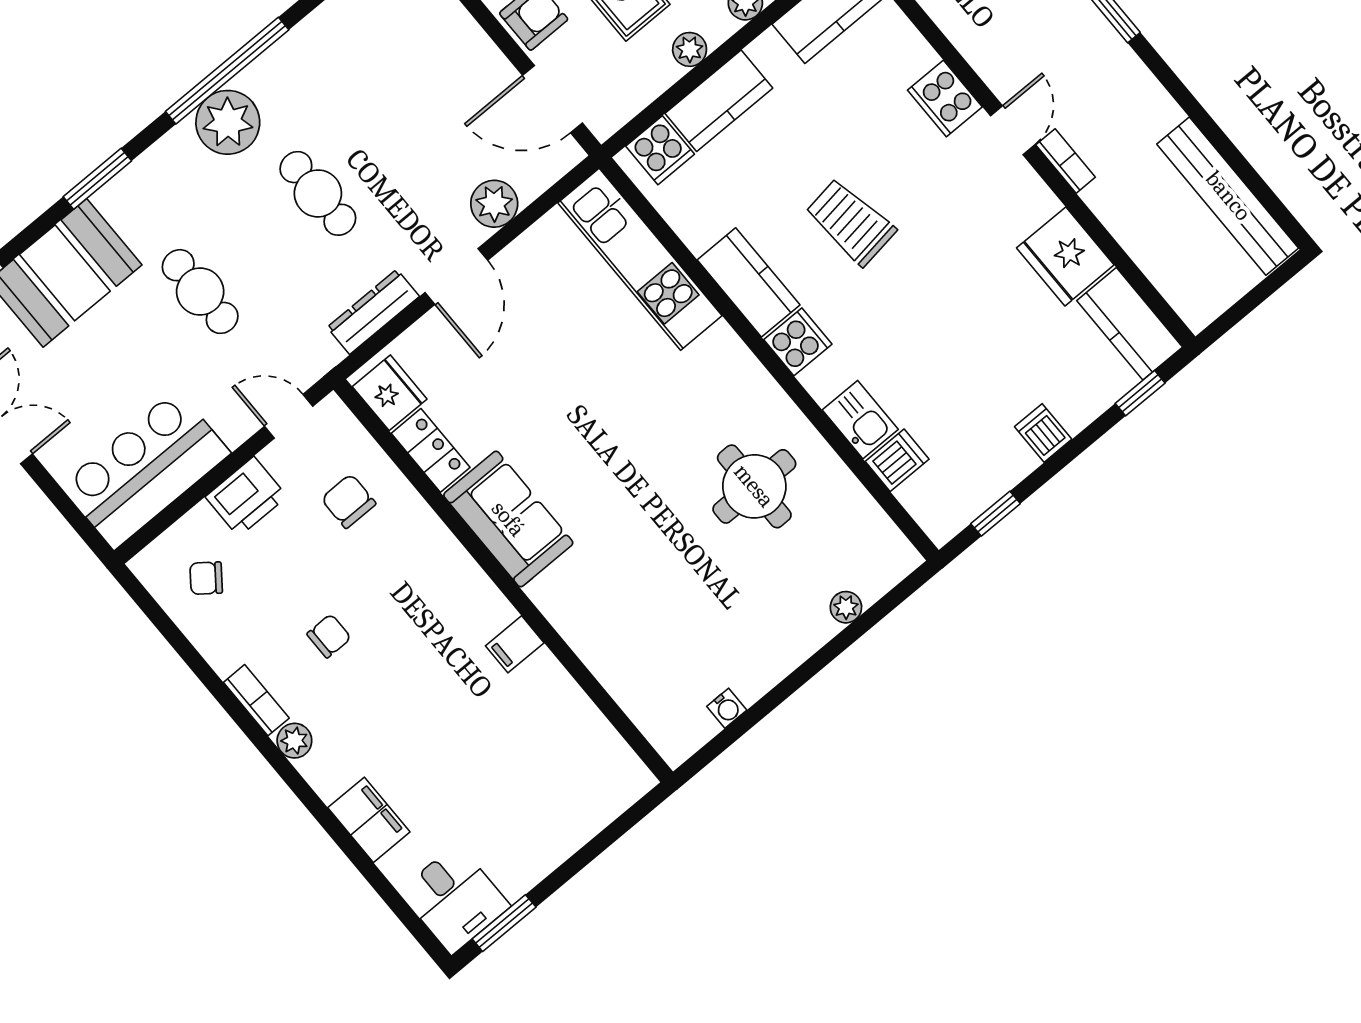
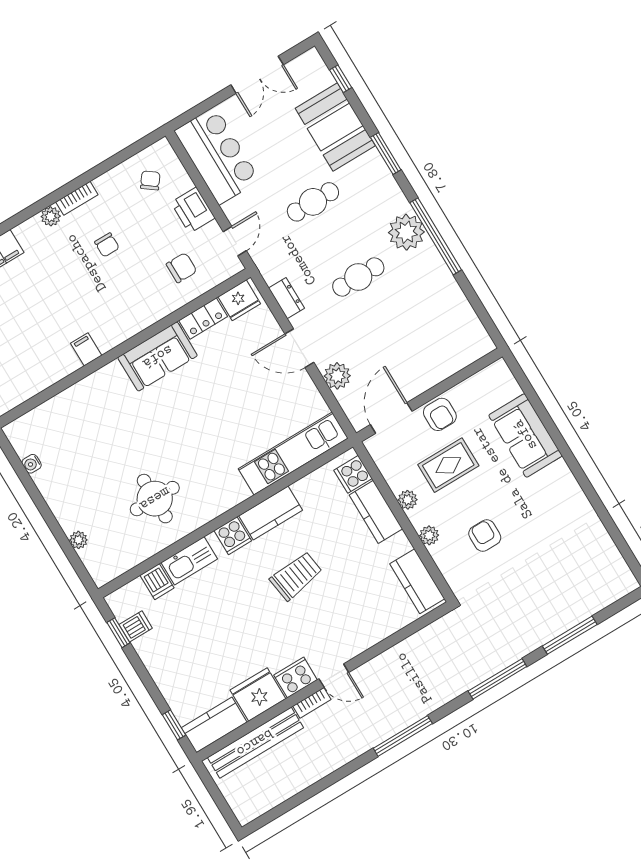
cooker: (945, 98) -> (296, 677), moved
bench: (1228, 196) -> (255, 743), moved
dresser: (373, 312) -> (286, 298), width x0.70
kitchen sink: (860, 420) -> (189, 561), width x1.38
dishwasher: (1043, 433) -> (136, 626), moved

